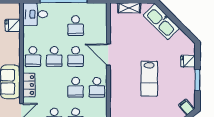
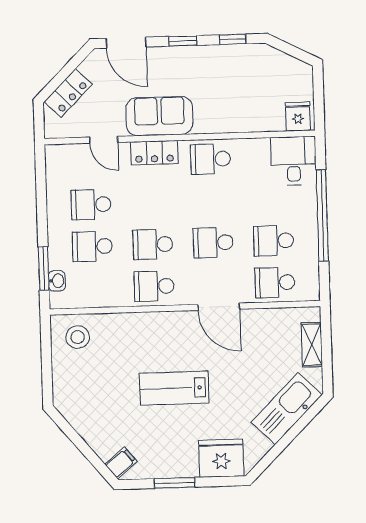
fridge: (13, 25) -> (298, 117), moved
door: (108, 55) -> (219, 307), swing flipped
school desk: (54, 56) -> (275, 282), moved
fridge: (188, 61) -> (221, 458), width x1.88, depth x1.34

